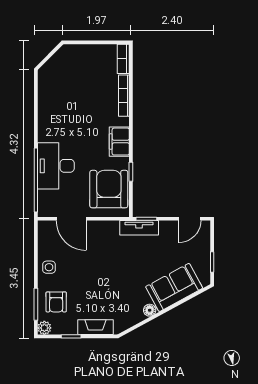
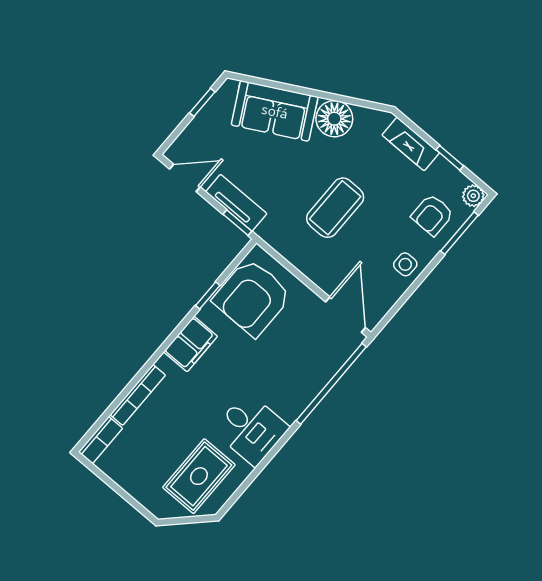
rug: (61, 82) -> (199, 476), added
desk: (56, 166) -> (251, 429), moved, width x0.73
door: (71, 219) -> (346, 315), moved
tv unit: (139, 228) -> (236, 203), moved
coffee table: (106, 266) -> (335, 208), added
armchair: (56, 302) -> (432, 215), turned 180
floor lamp: (150, 310) -> (334, 119), width x1.89, depth x1.89

